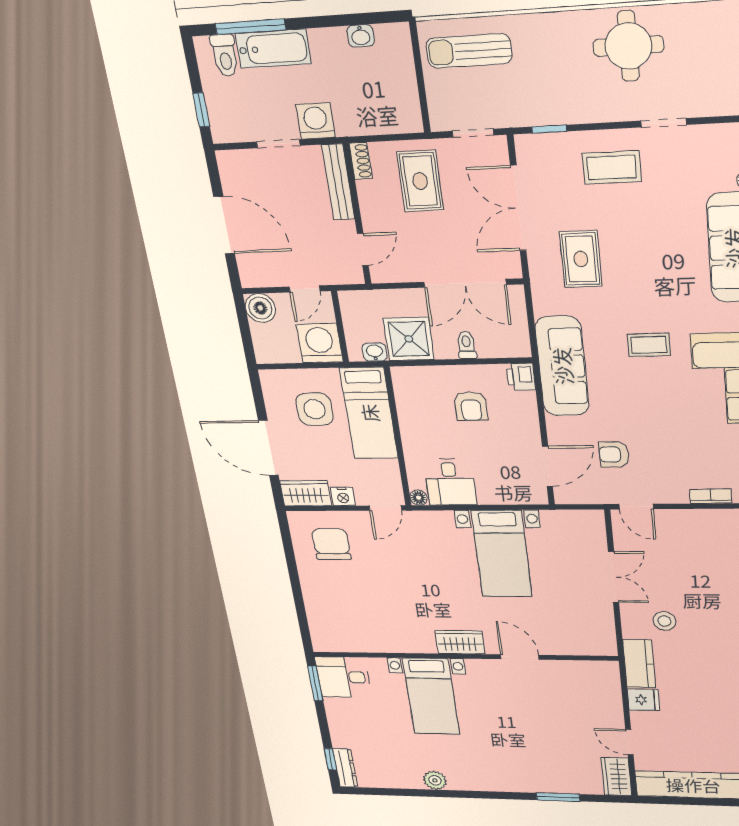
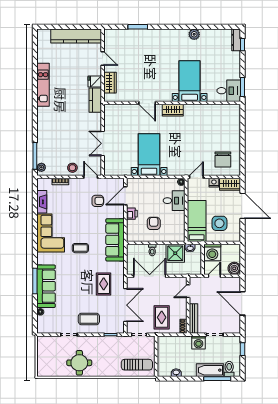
printer: (521, 377) -> (132, 214), moved
desk: (450, 482) -> (174, 201), moved, turned 90
stool: (664, 621) -> (72, 168), moved
wardrobe: (616, 777) -> (110, 83), moved

